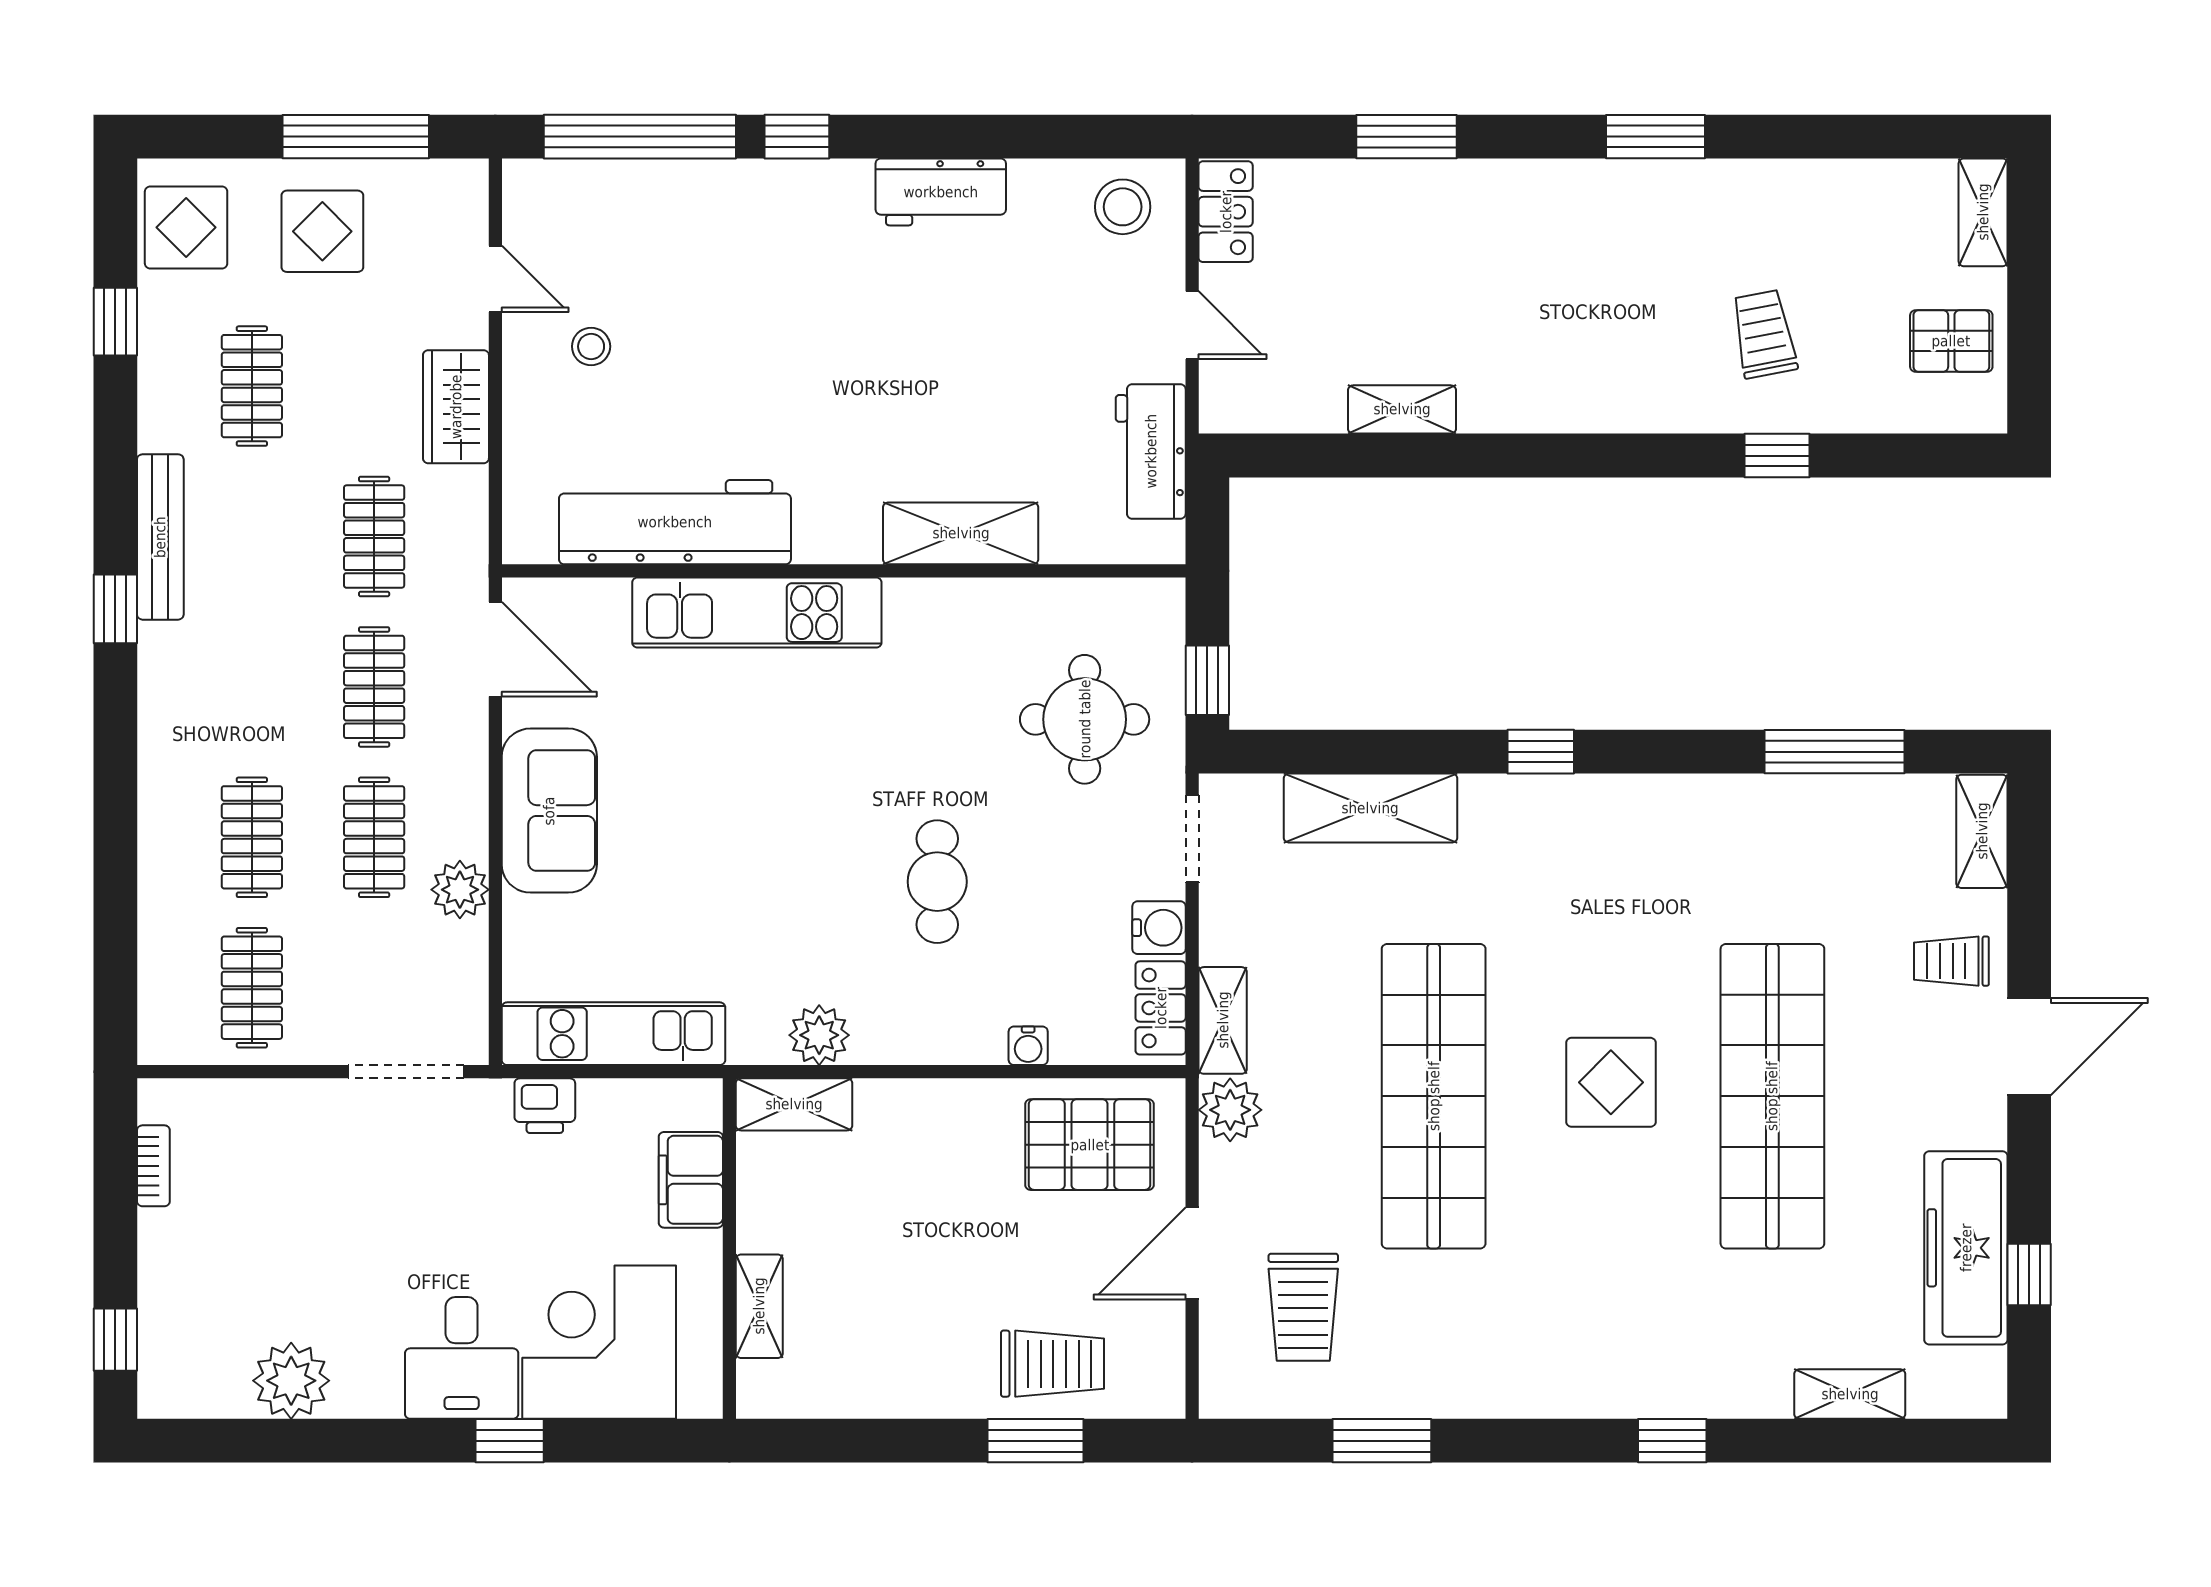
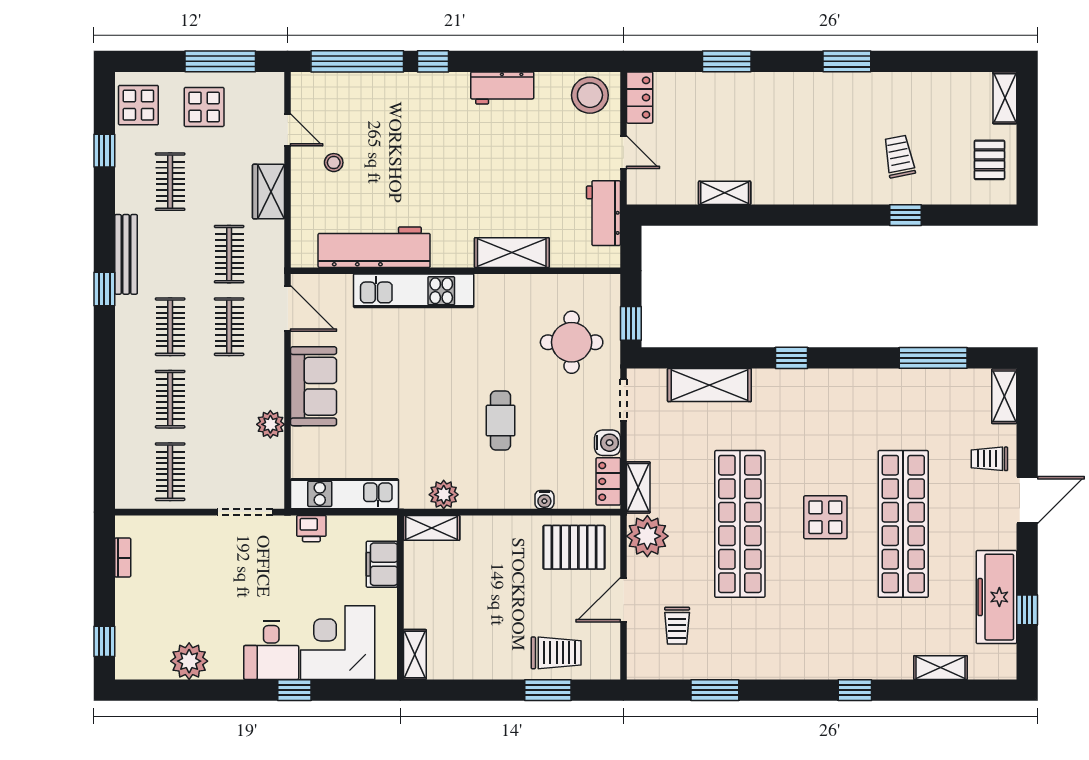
stool: (1123, 207) -> (590, 95), width x1.38, depth x1.38
pallet: (1951, 341) -> (989, 160), turned 90
clothes rail: (374, 837) -> (170, 327), moved
plant: (1230, 1110) -> (647, 536), width x1.36, depth x1.36
shelving: (759, 1306) -> (415, 654), moved
trolley: (1303, 1307) -> (677, 626), width x0.73, depth x0.72

